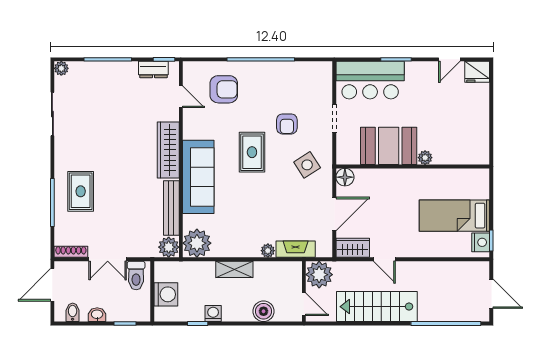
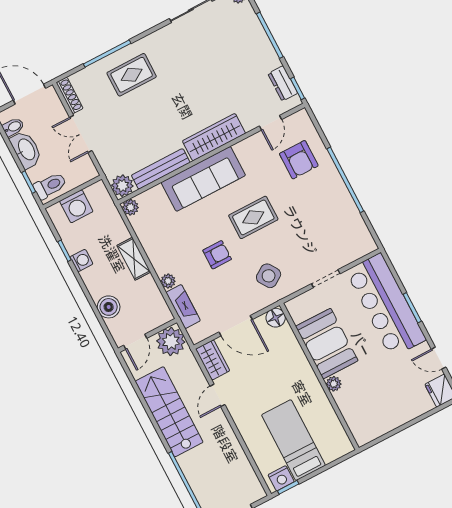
bar counter: (370, 80) -> (386, 305), width x1.36
armchair: (287, 124) -> (217, 255), moved, turned 180
plant: (197, 243) -> (130, 207), width x0.53, depth x0.53
toilet: (136, 276) -> (50, 186), moved, turned 180
washbasin: (97, 315) -> (26, 150), width x1.91, depth x1.45

